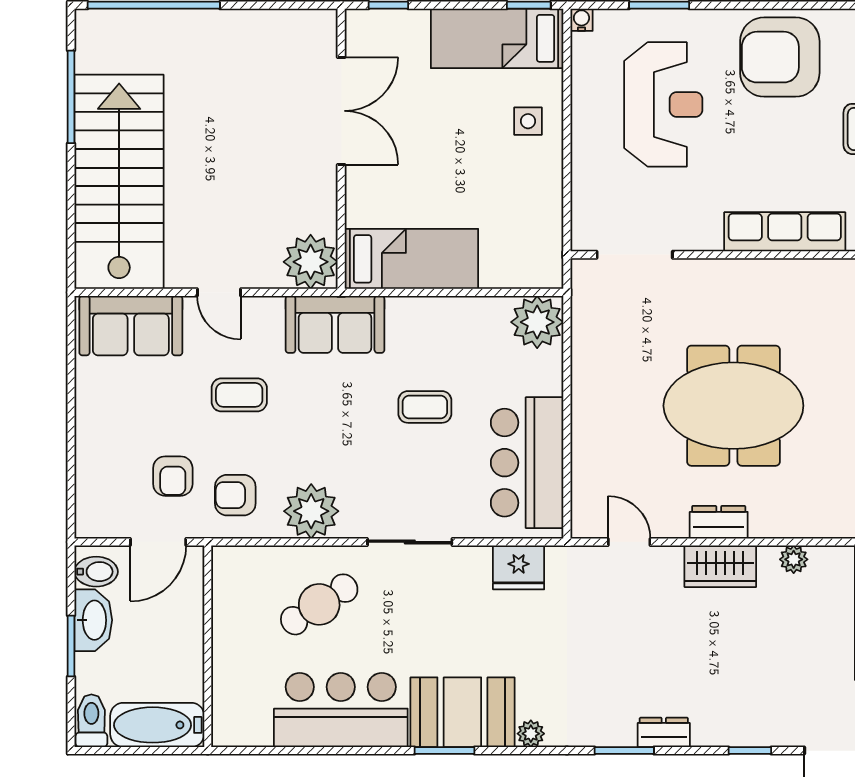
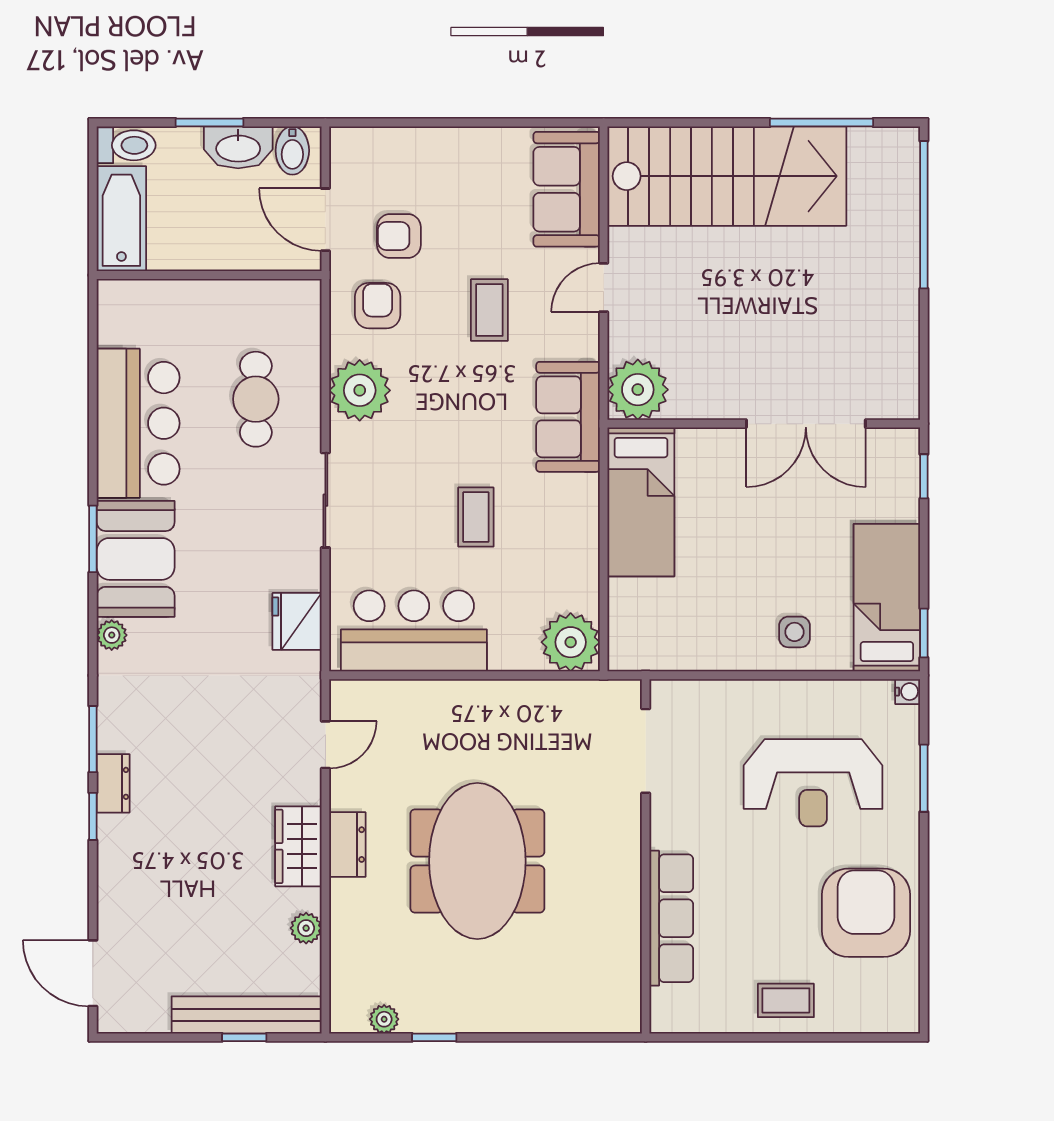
cafe table: (319, 604) -> (256, 399), turned 33
window: (750, 751) -> (93, 816), moved

